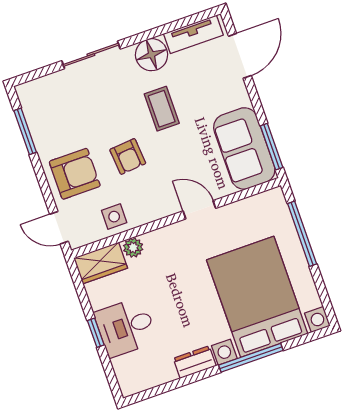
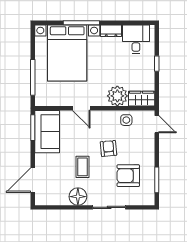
tv unit: (193, 34) -> (53, 199), removed
armchair: (75, 174) -> (128, 176), moved
plant: (133, 248) -> (117, 96), width x1.88, depth x1.88
desk: (126, 327) -> (136, 39), moved, turned -90

